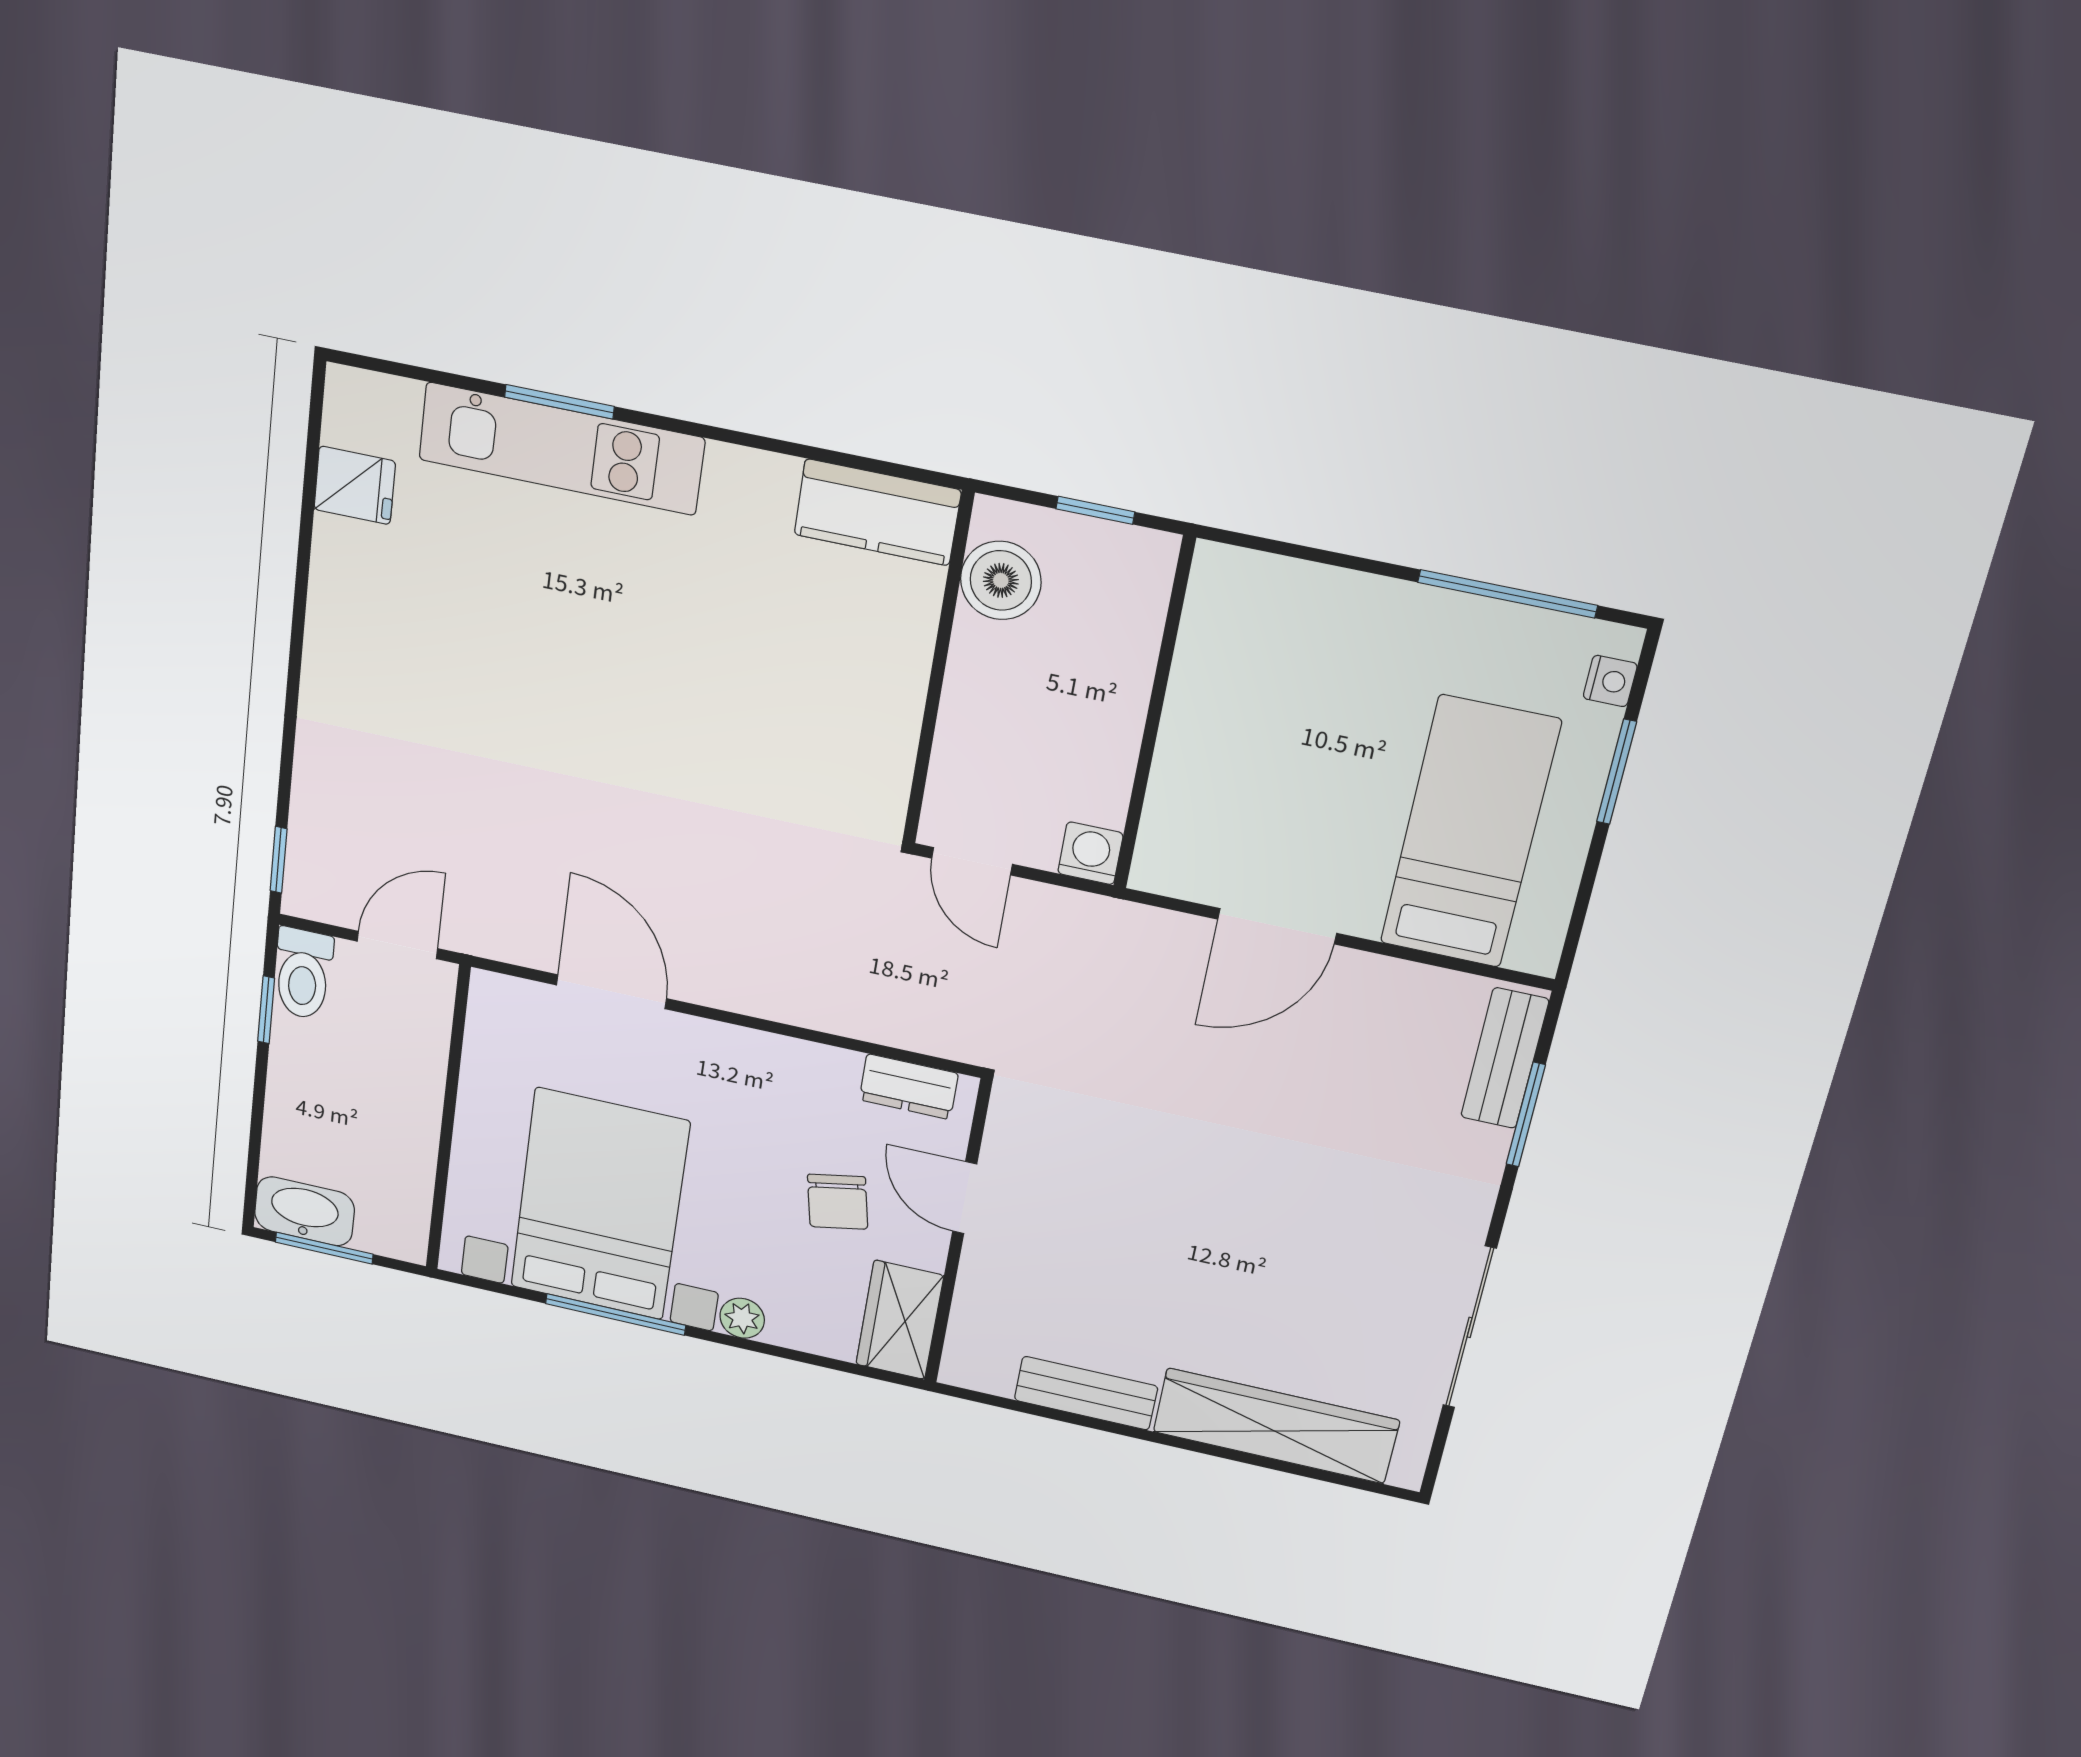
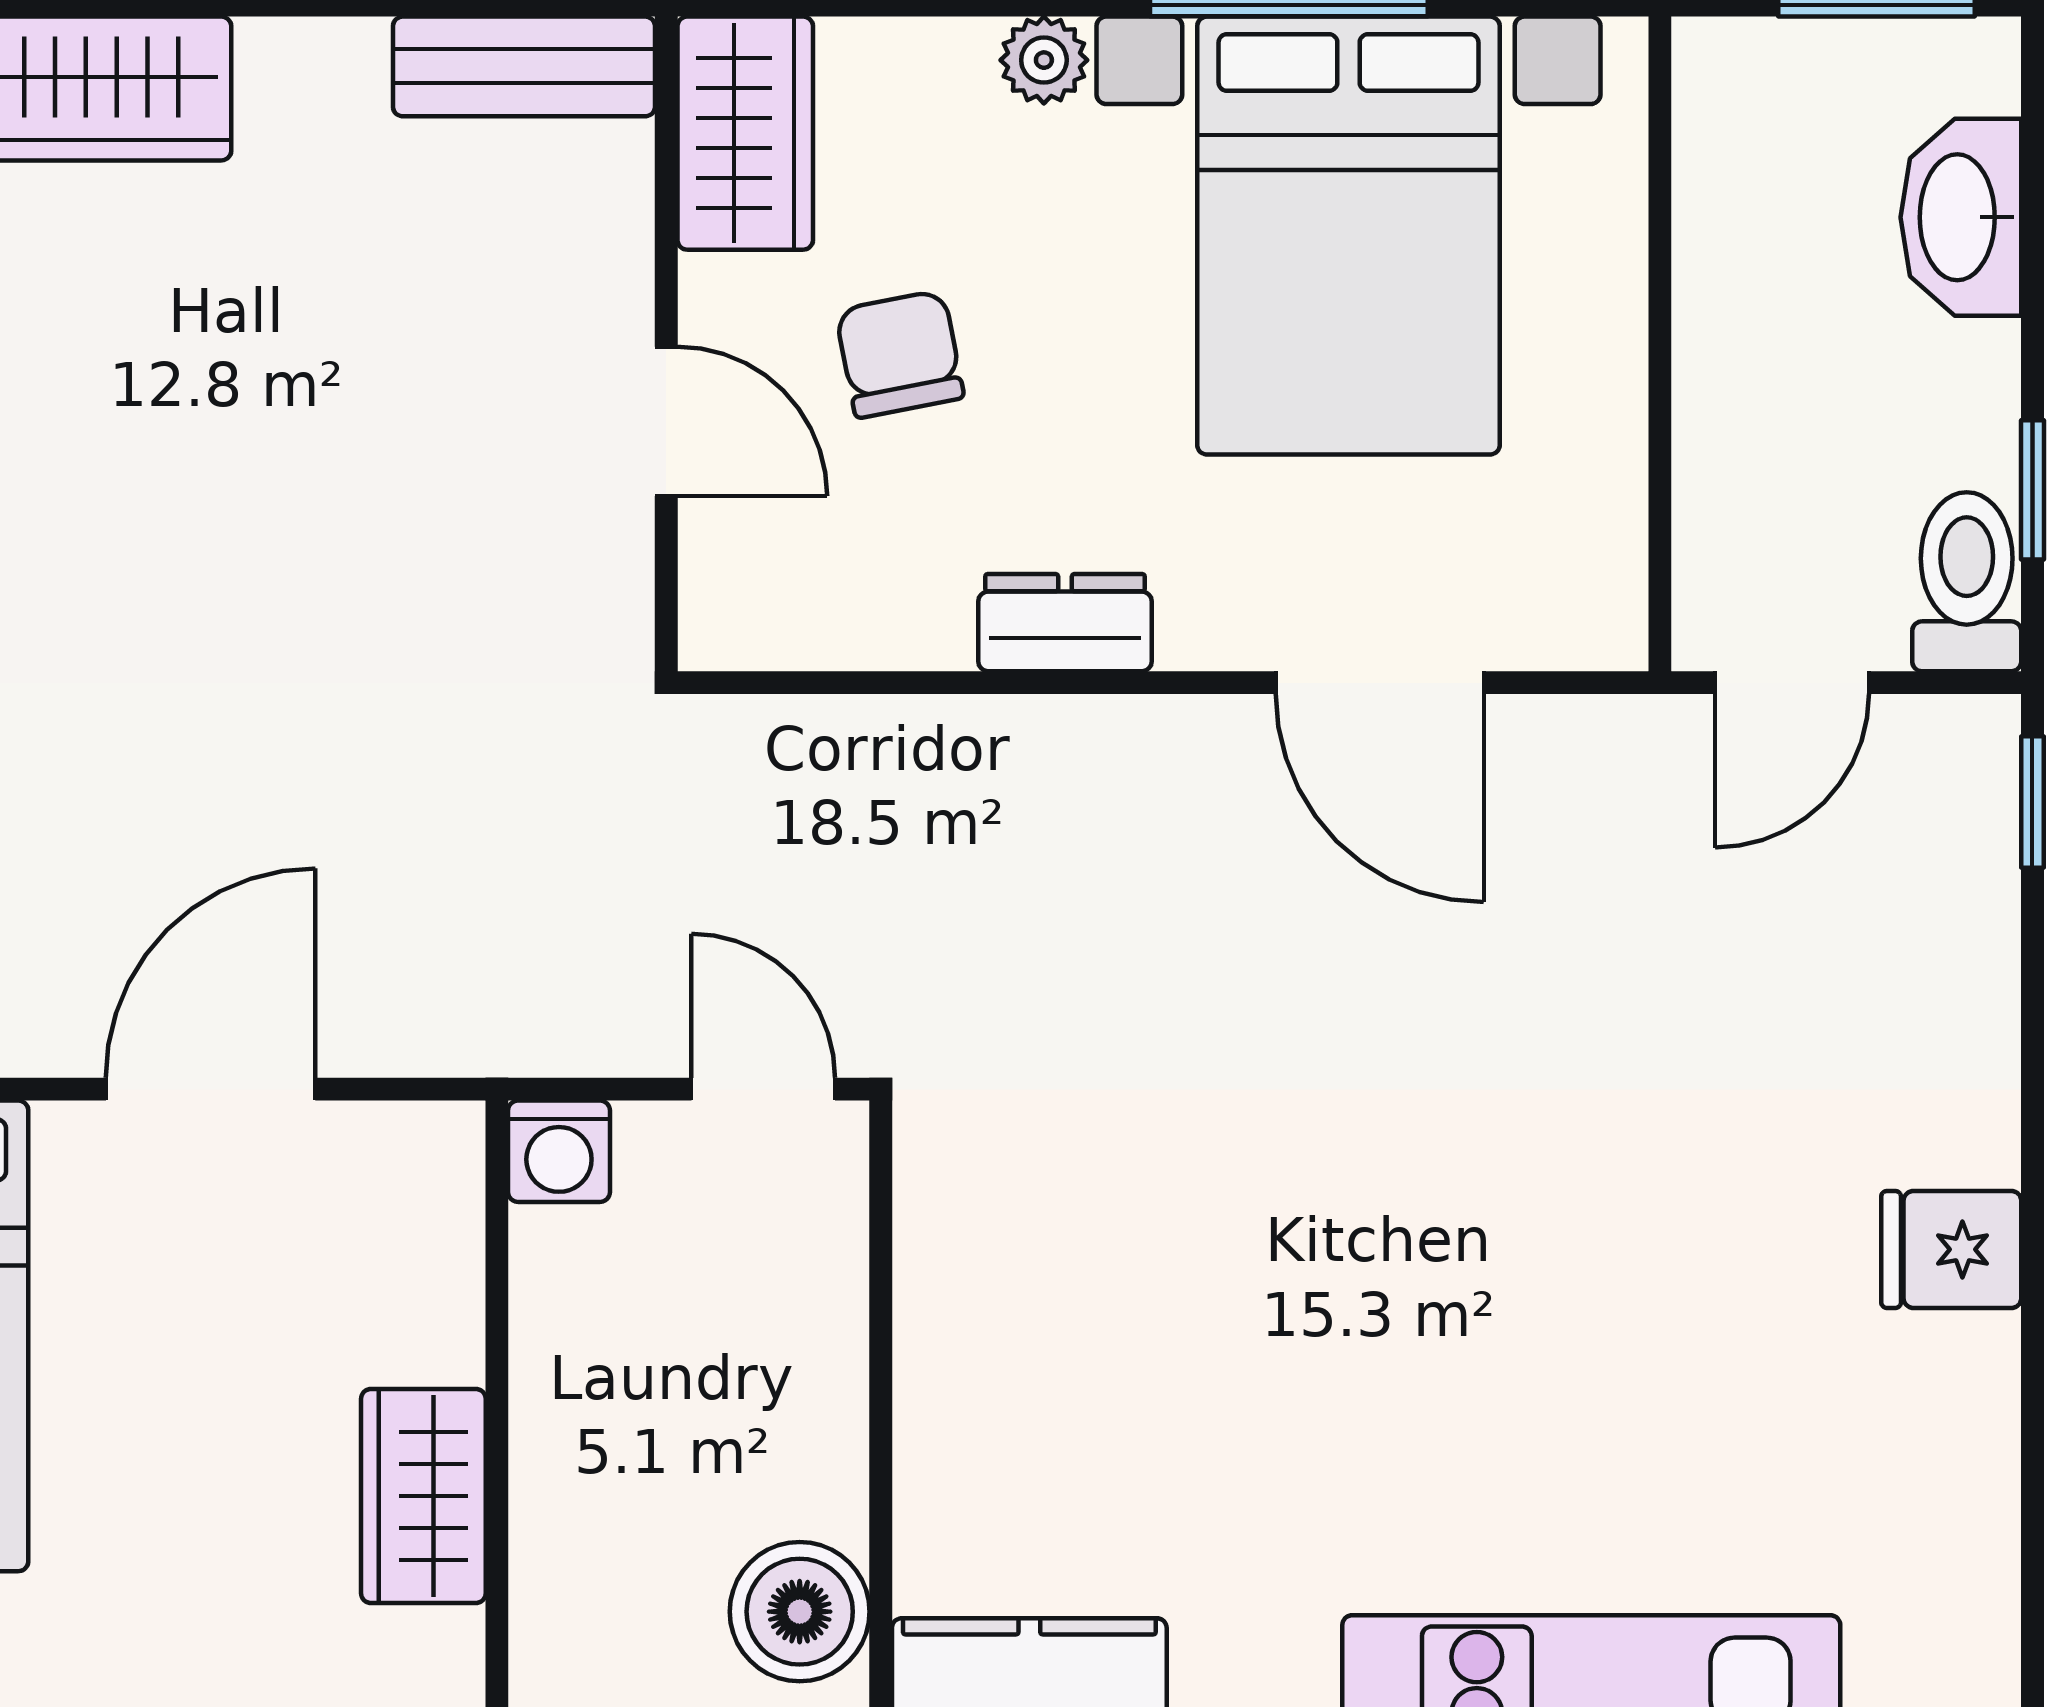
fridge: (355, 485) -> (1951, 1249), moved
wardrobe: (1203, 688) -> (423, 1496), added
dresser: (909, 1087) -> (1065, 623), moved
washbasin: (305, 1211) -> (1961, 217), moved, turned 90
bench: (1086, 1393) -> (524, 66), moved

